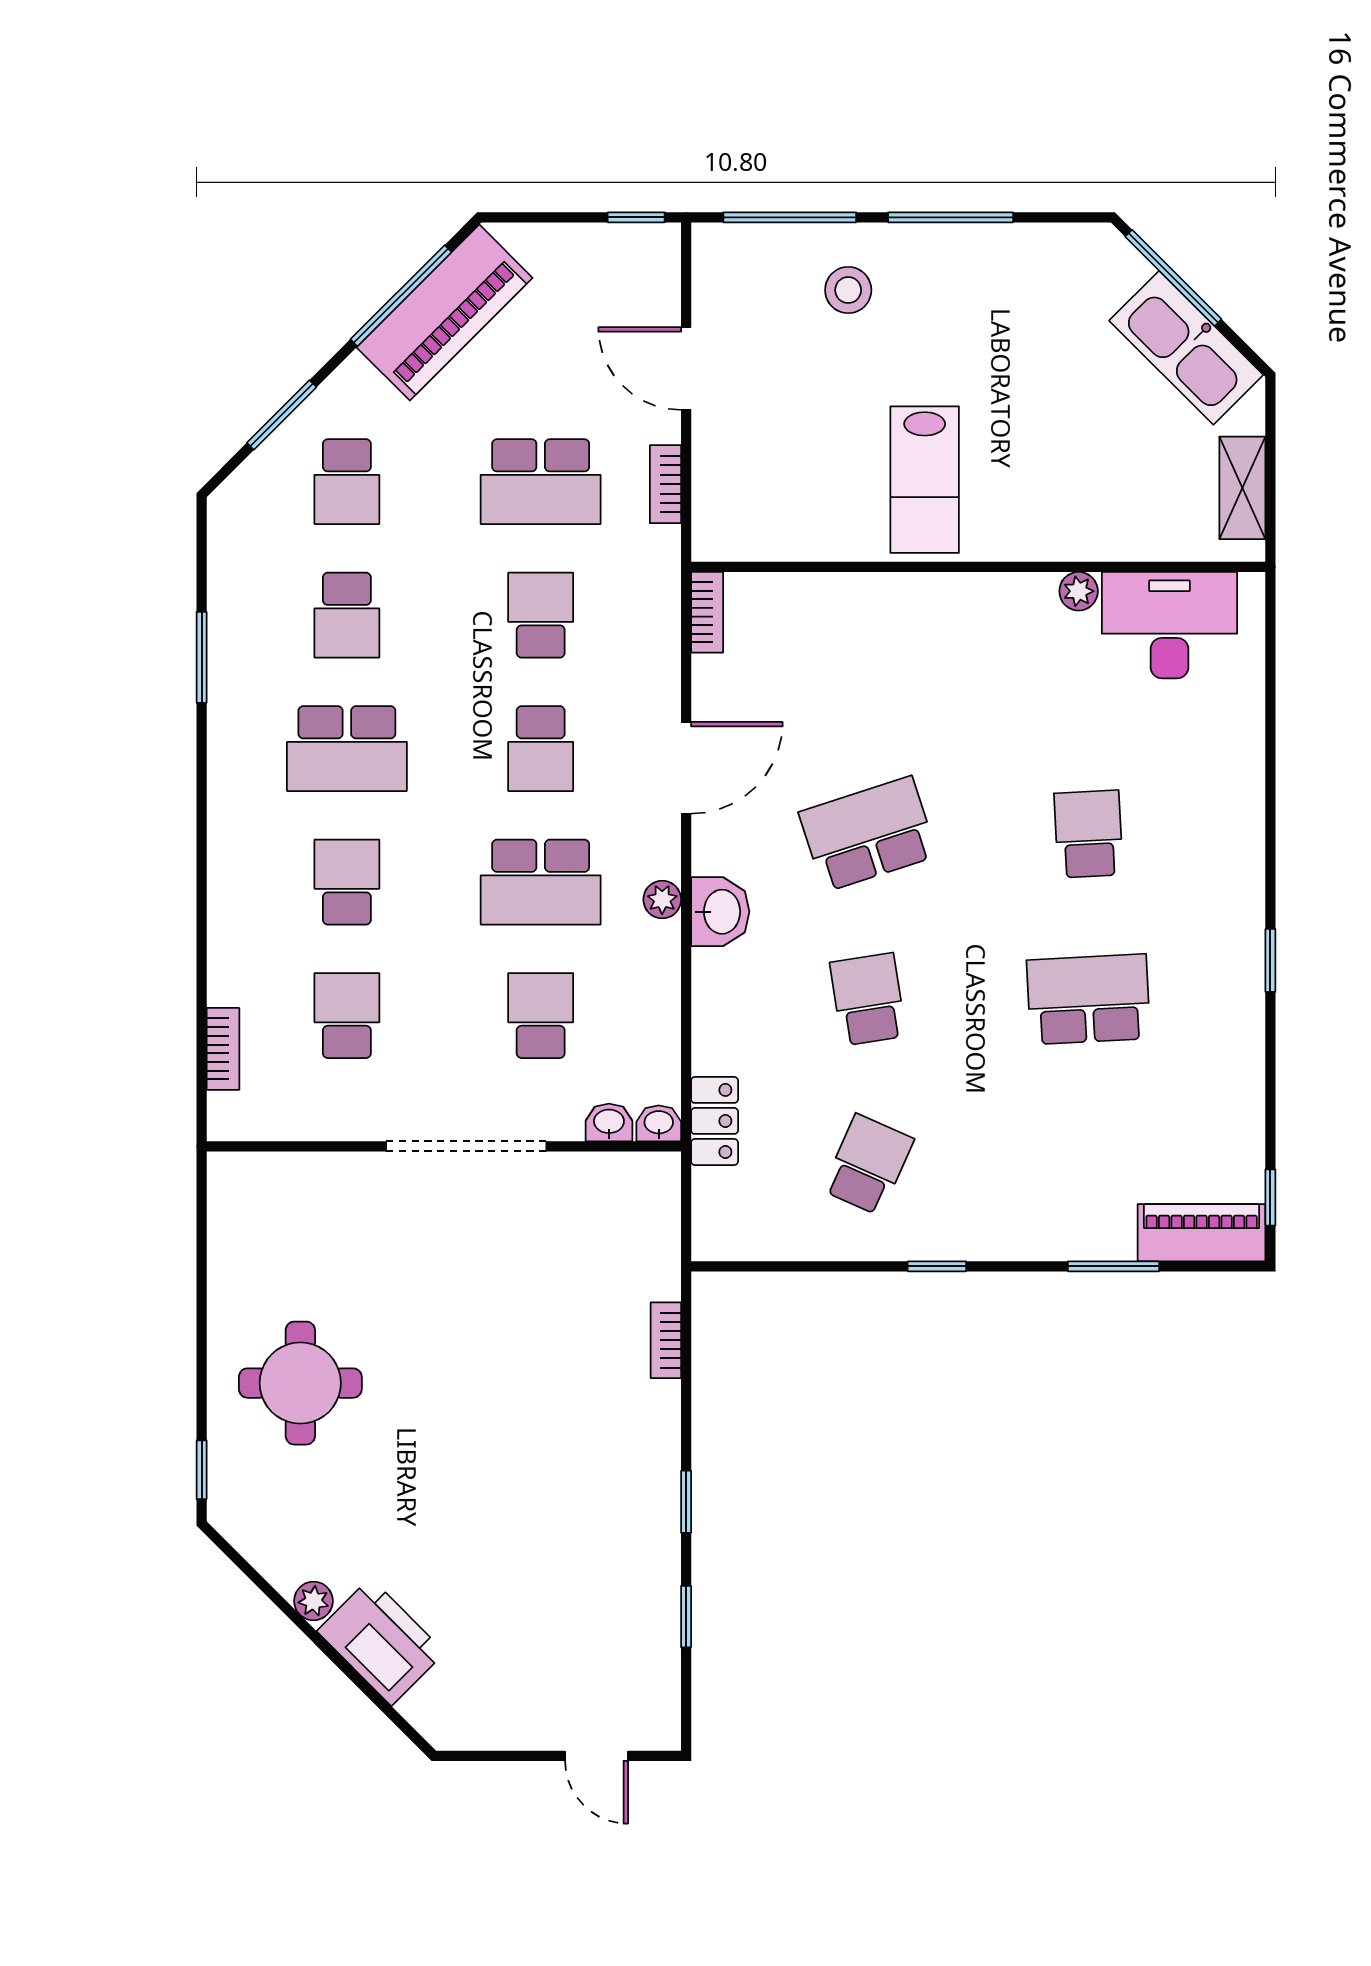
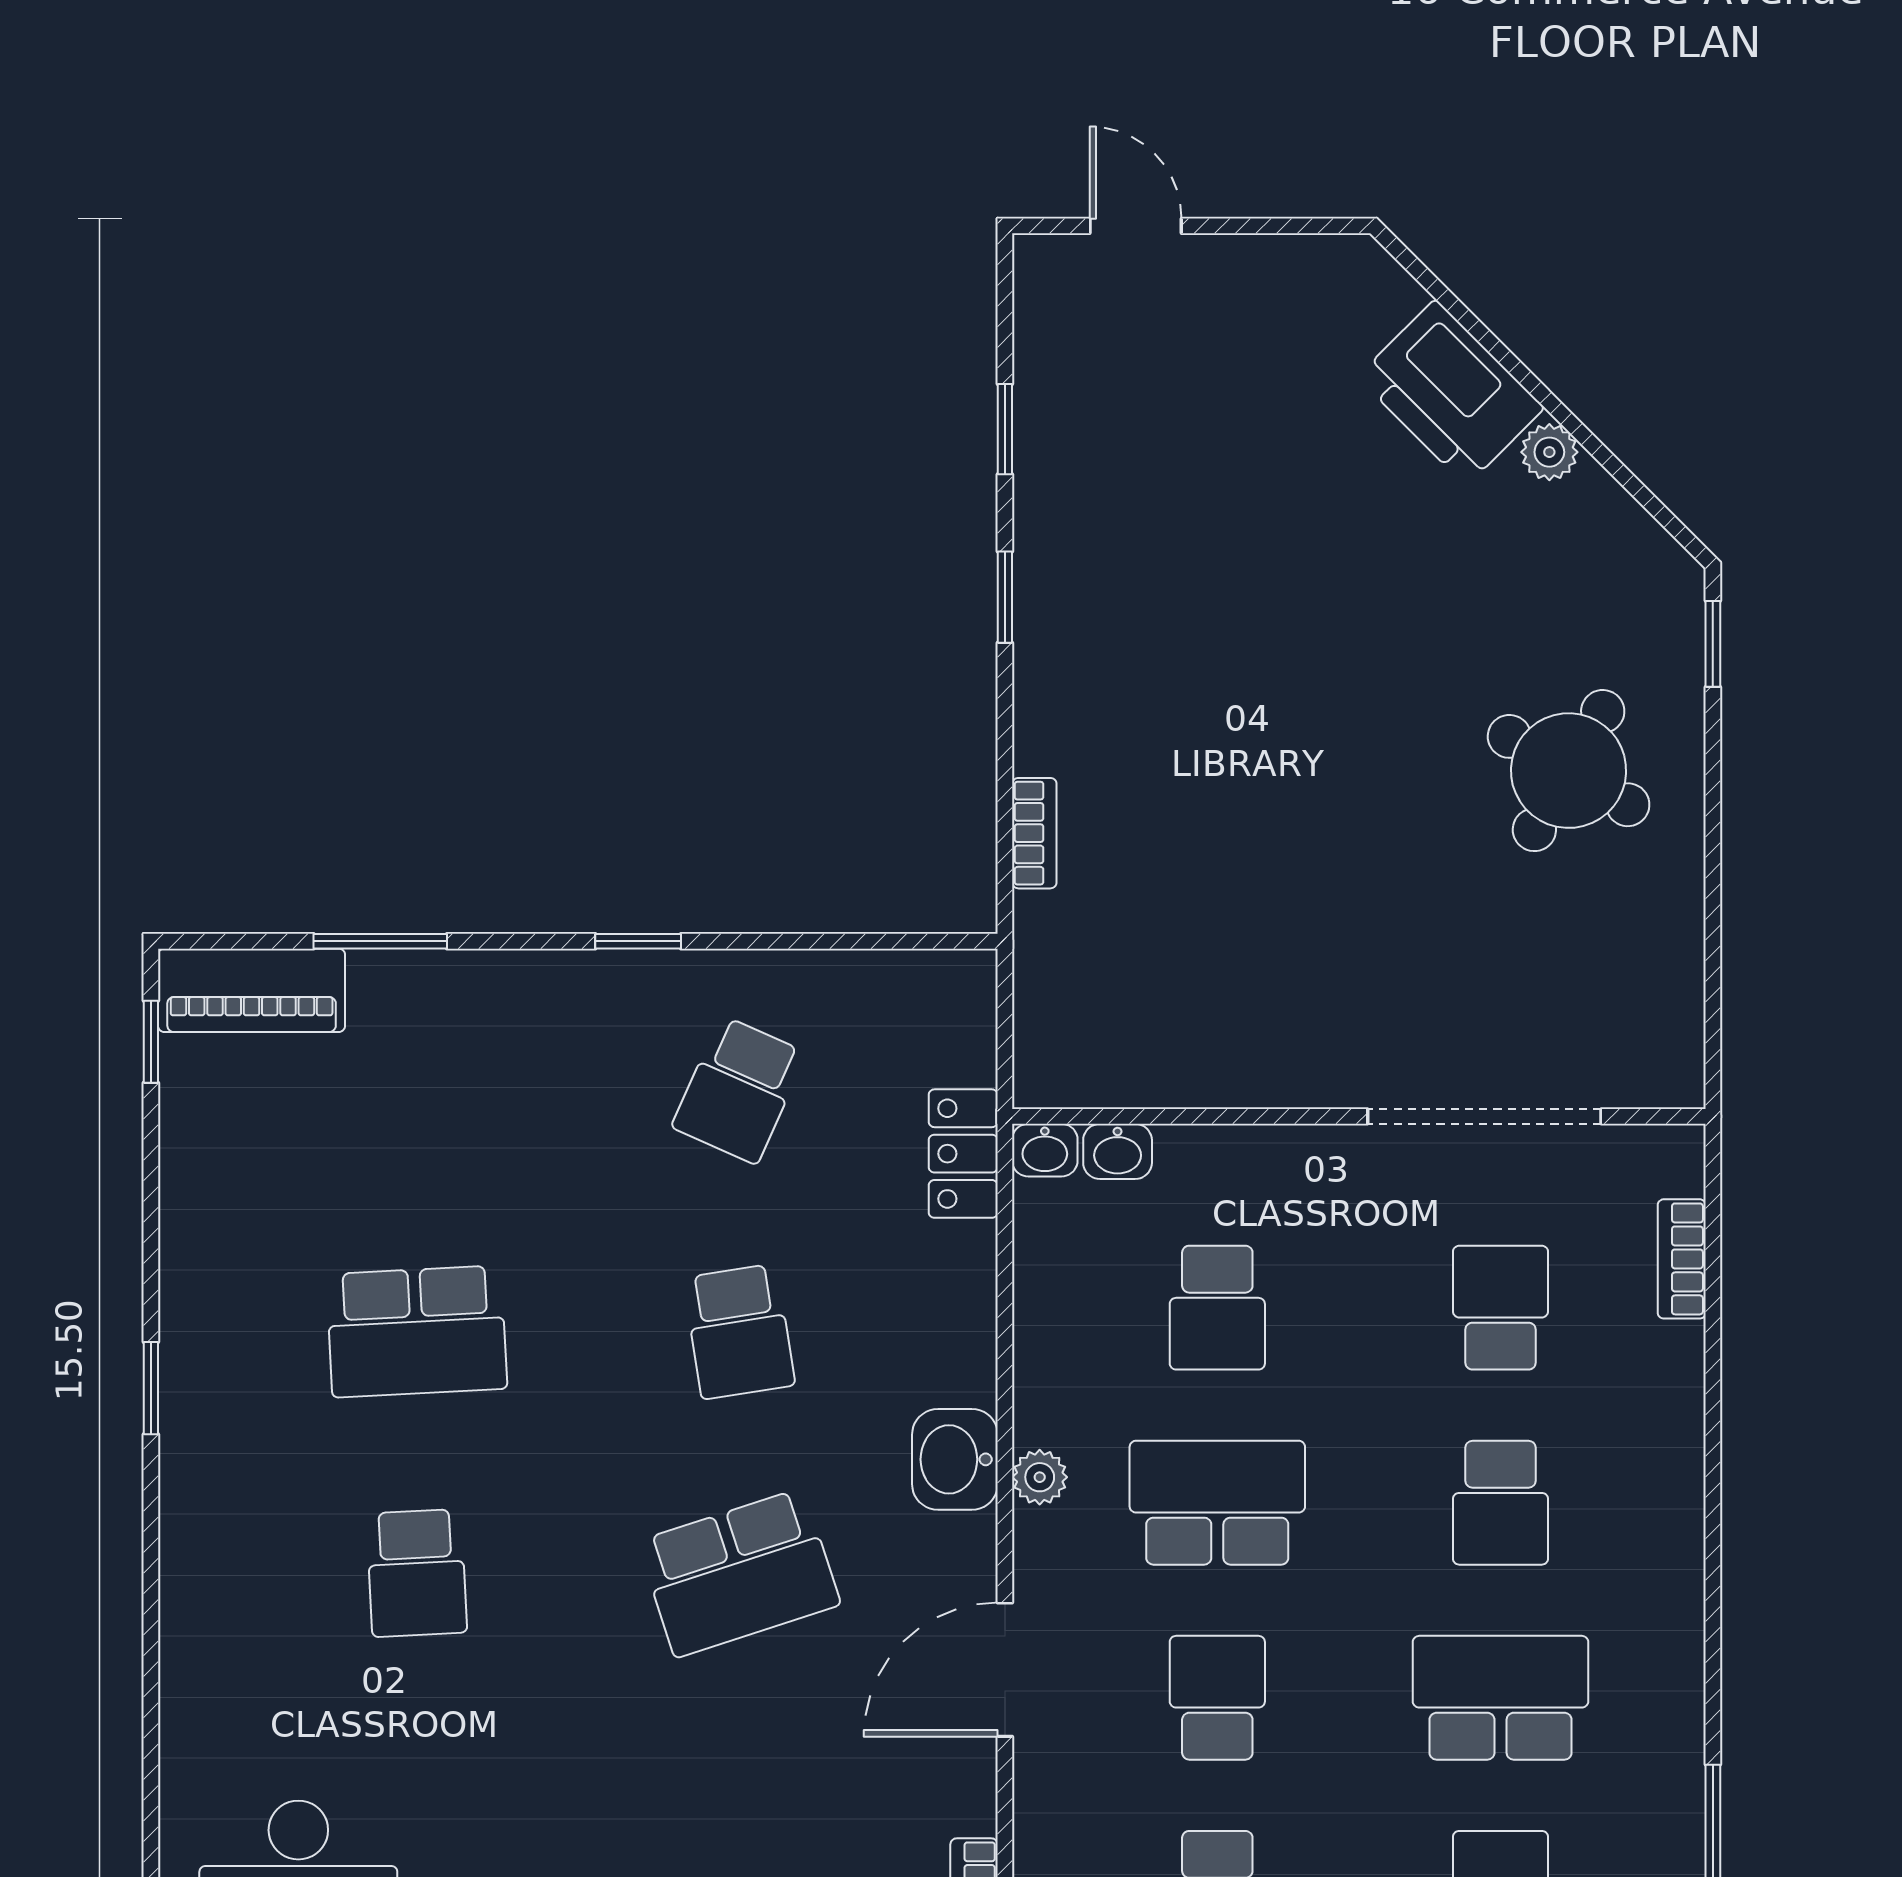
school desk: (347, 1016) -> (1501, 1308), turned 180
doorway: (466, 1146) -> (1484, 1116), moved
round table: (300, 1383) -> (1569, 771), turned 30

